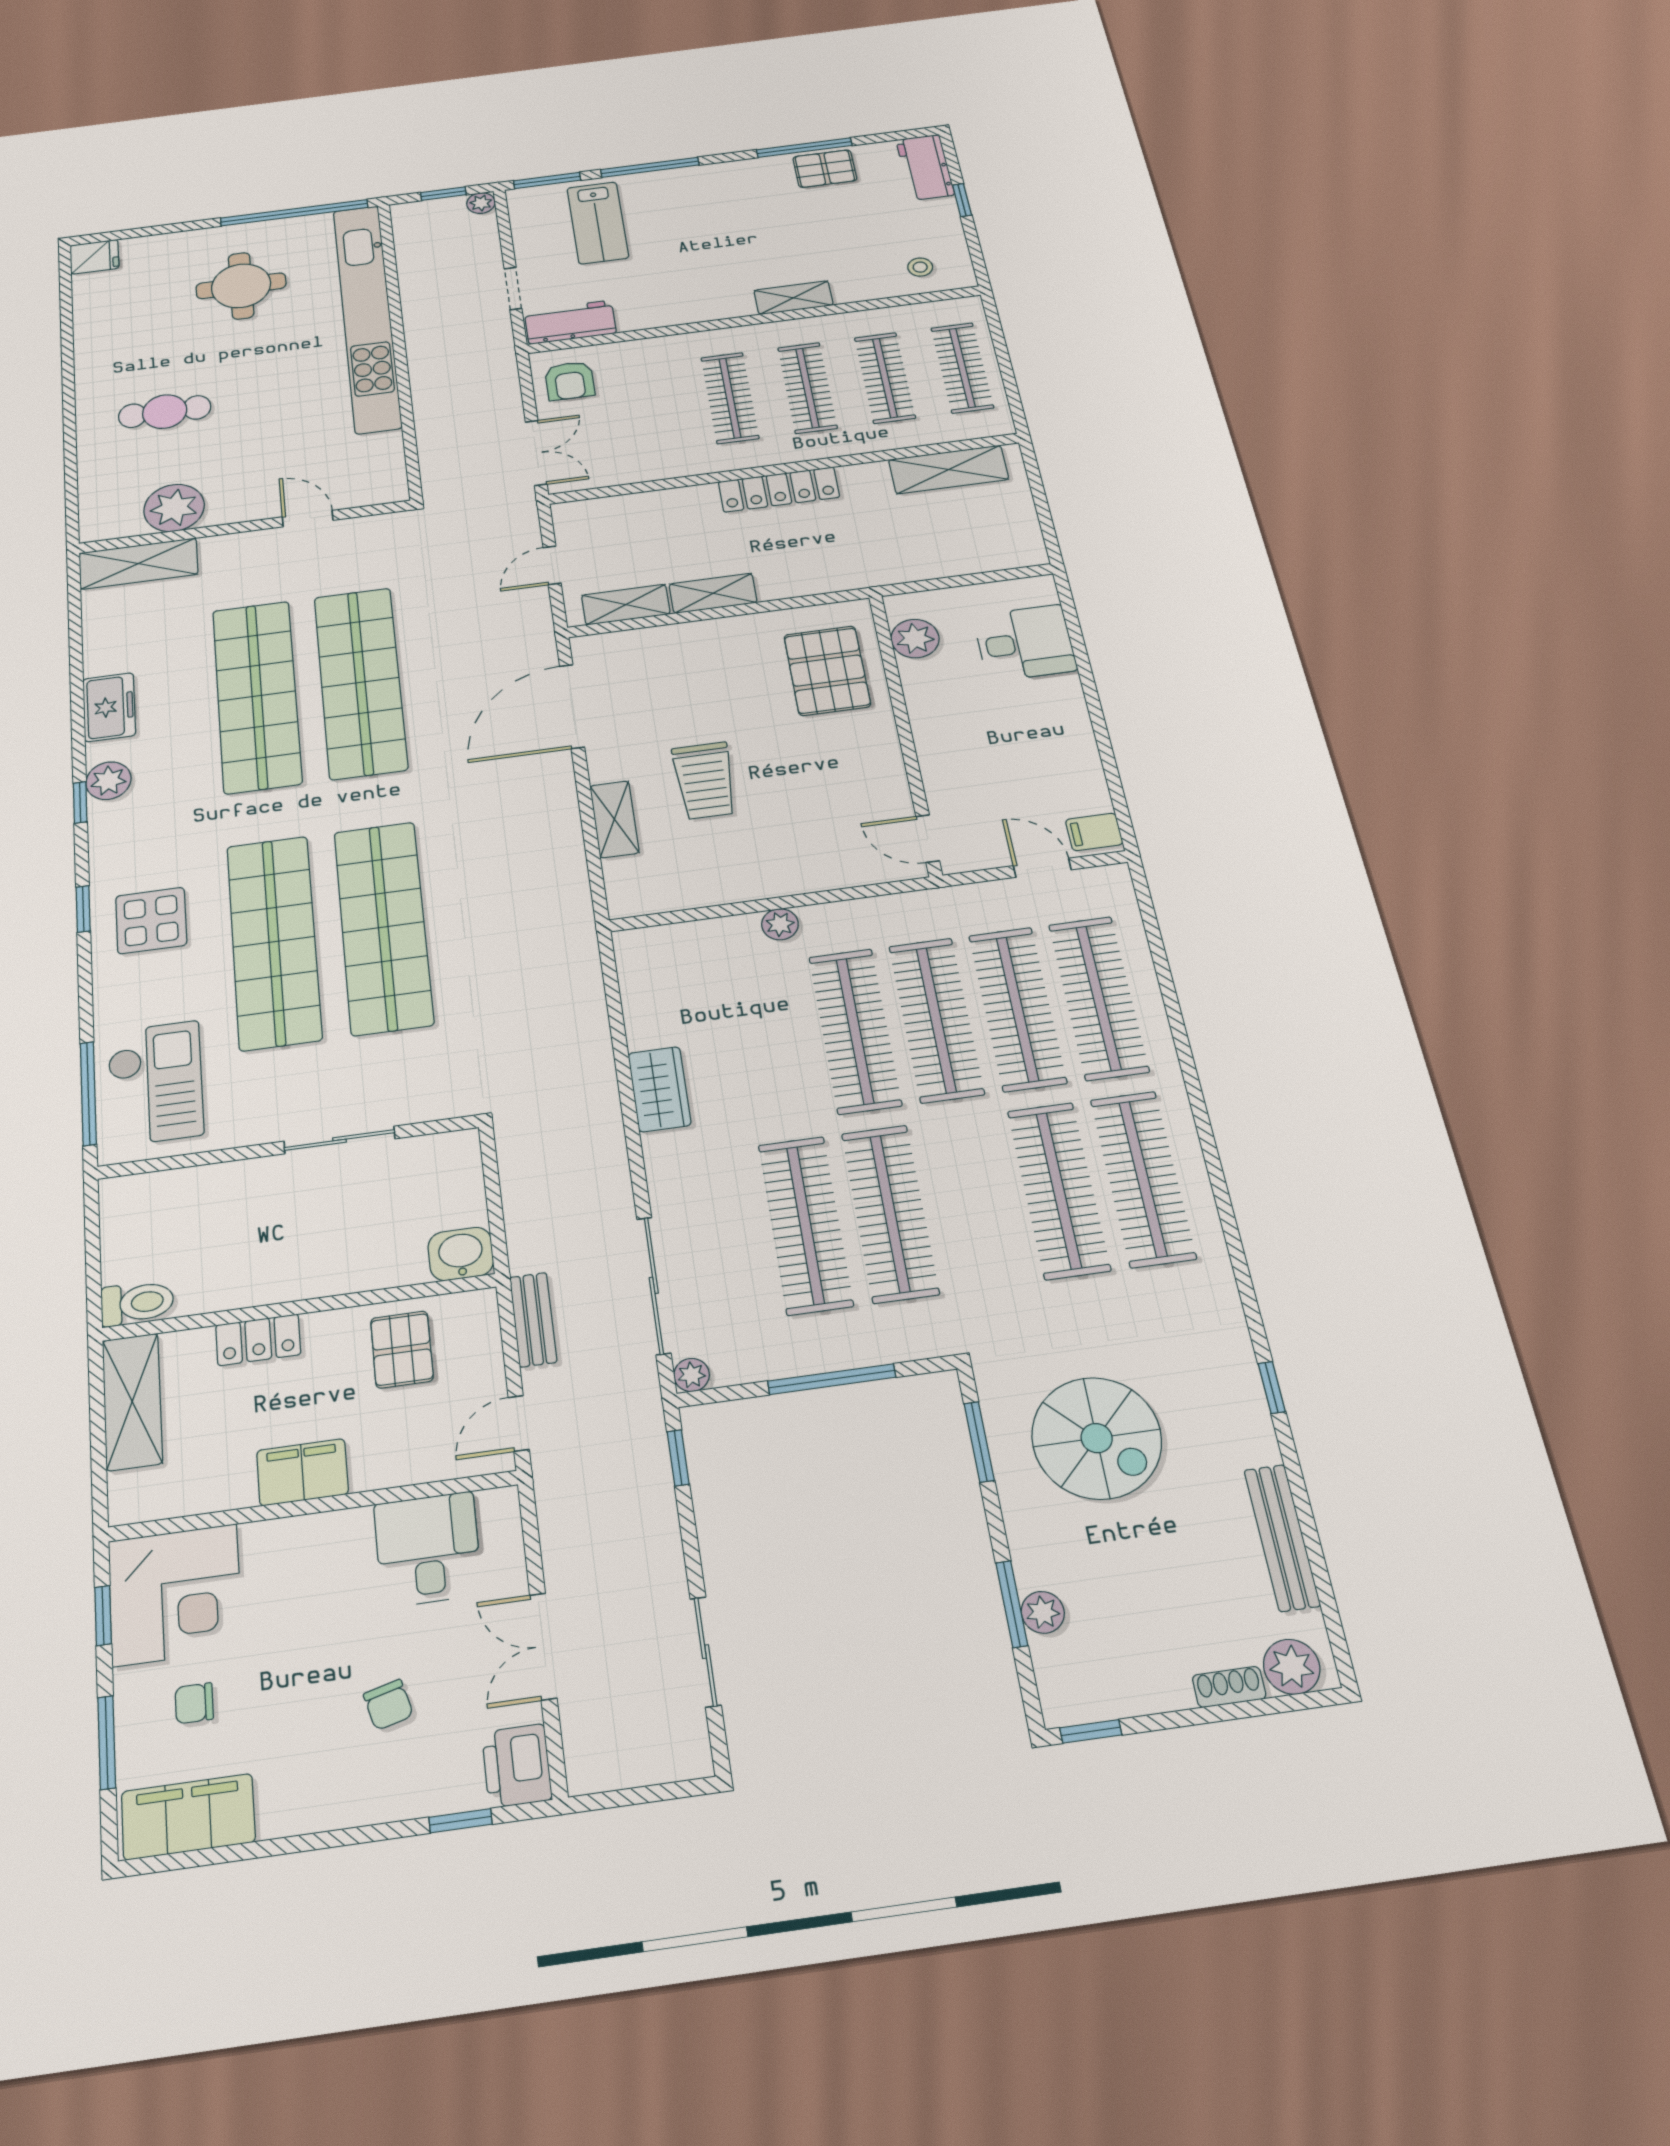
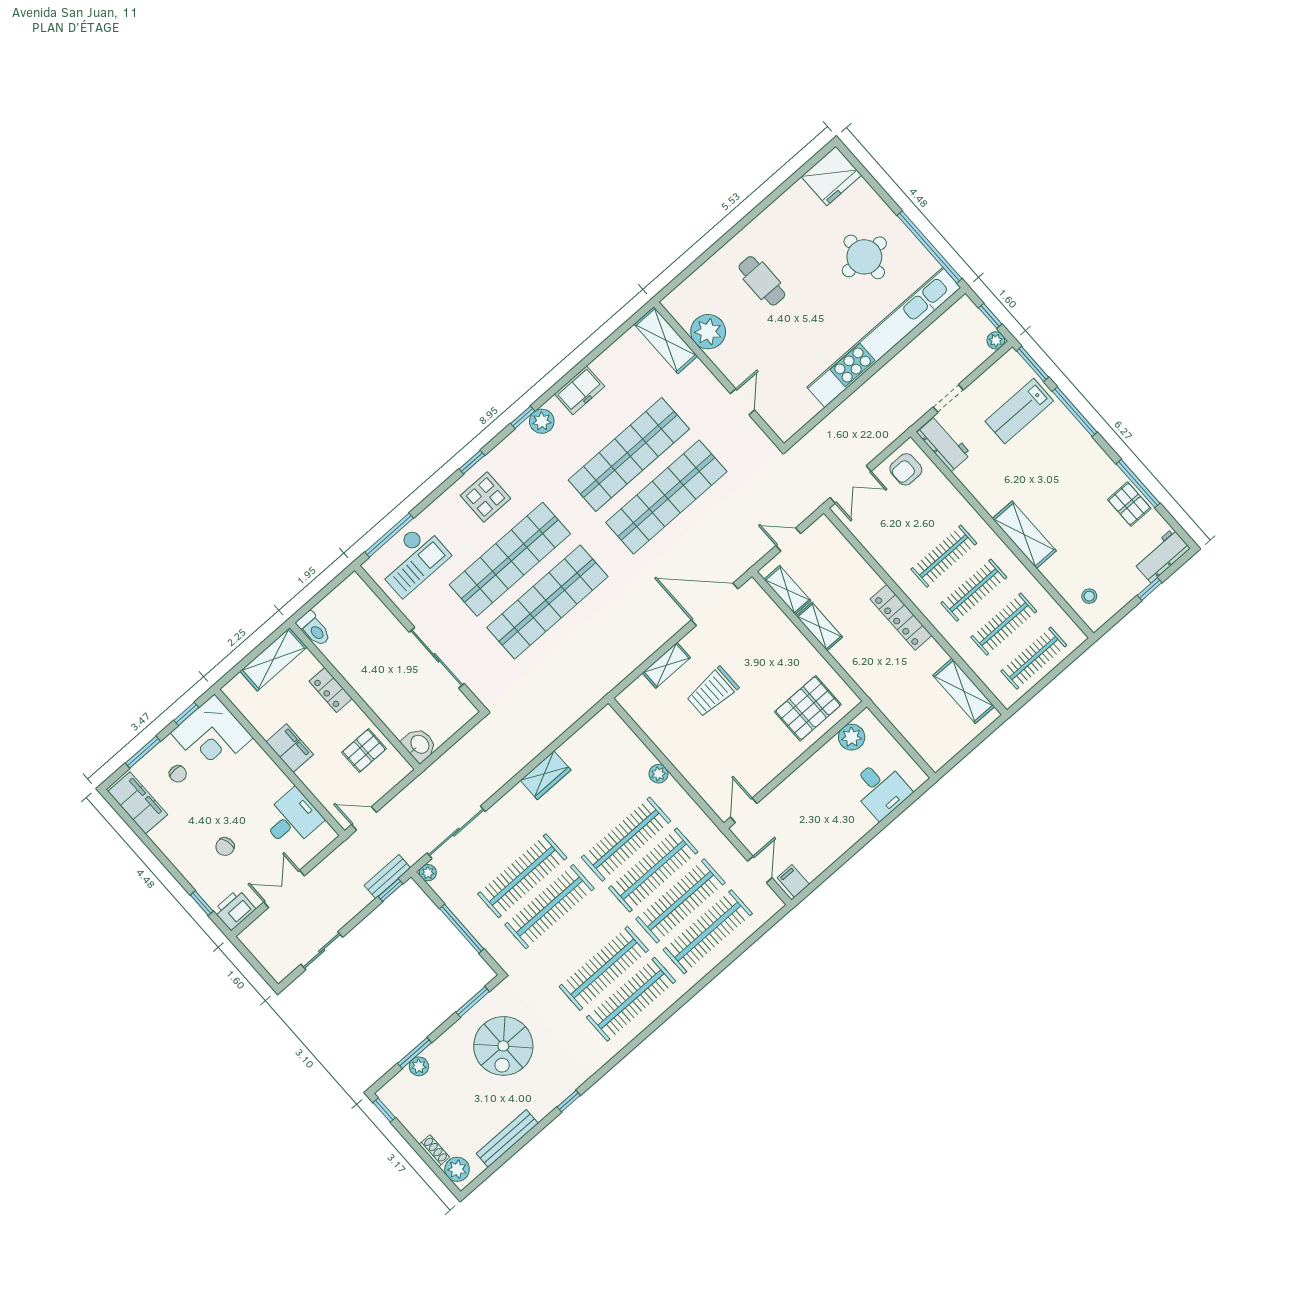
fridge: (94, 257) -> (831, 176), width x1.88, depth x1.34
shelving: (794, 298) -> (1024, 535), width x1.50, depth x1.33
sliding door: (339, 1140) -> (437, 658), width x1.37
bench: (533, 1320) -> (387, 877), moved
chair: (194, 1703) -> (178, 774), turned 180

